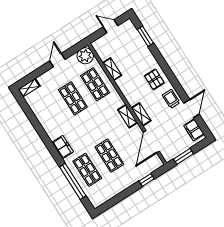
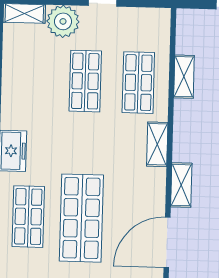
plant: (85, 56) -> (63, 21), moved
shelving: (128, 116) -> (157, 144), moved
shop shelf: (109, 156) -> (81, 218), width x1.43, depth x1.36

